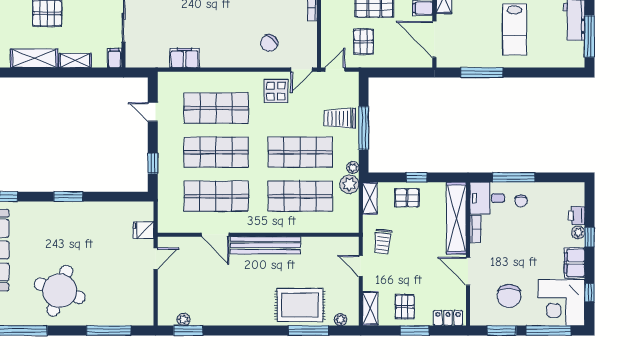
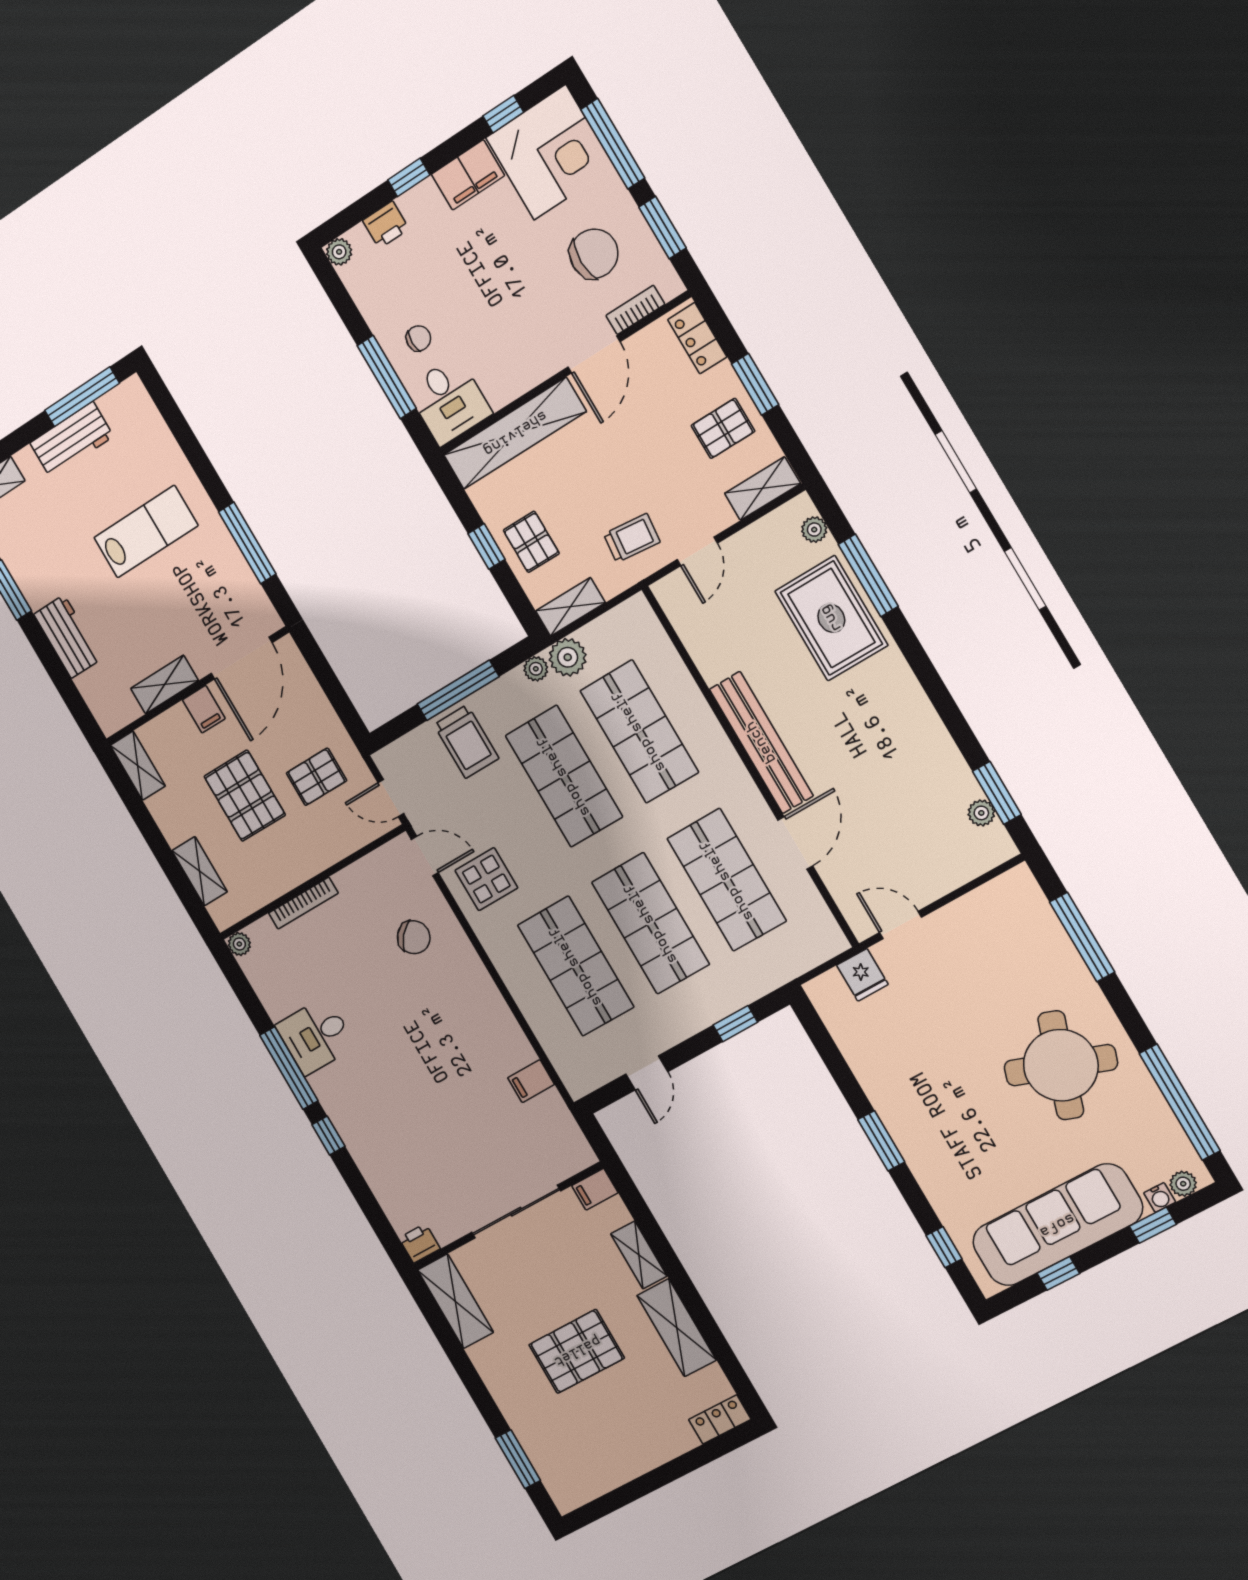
filing cabinet: (185, 58) -> (531, 1081), width x0.50
bookcase: (475, 229) -> (635, 310), moved
plant: (578, 232) -> (339, 252), moved

